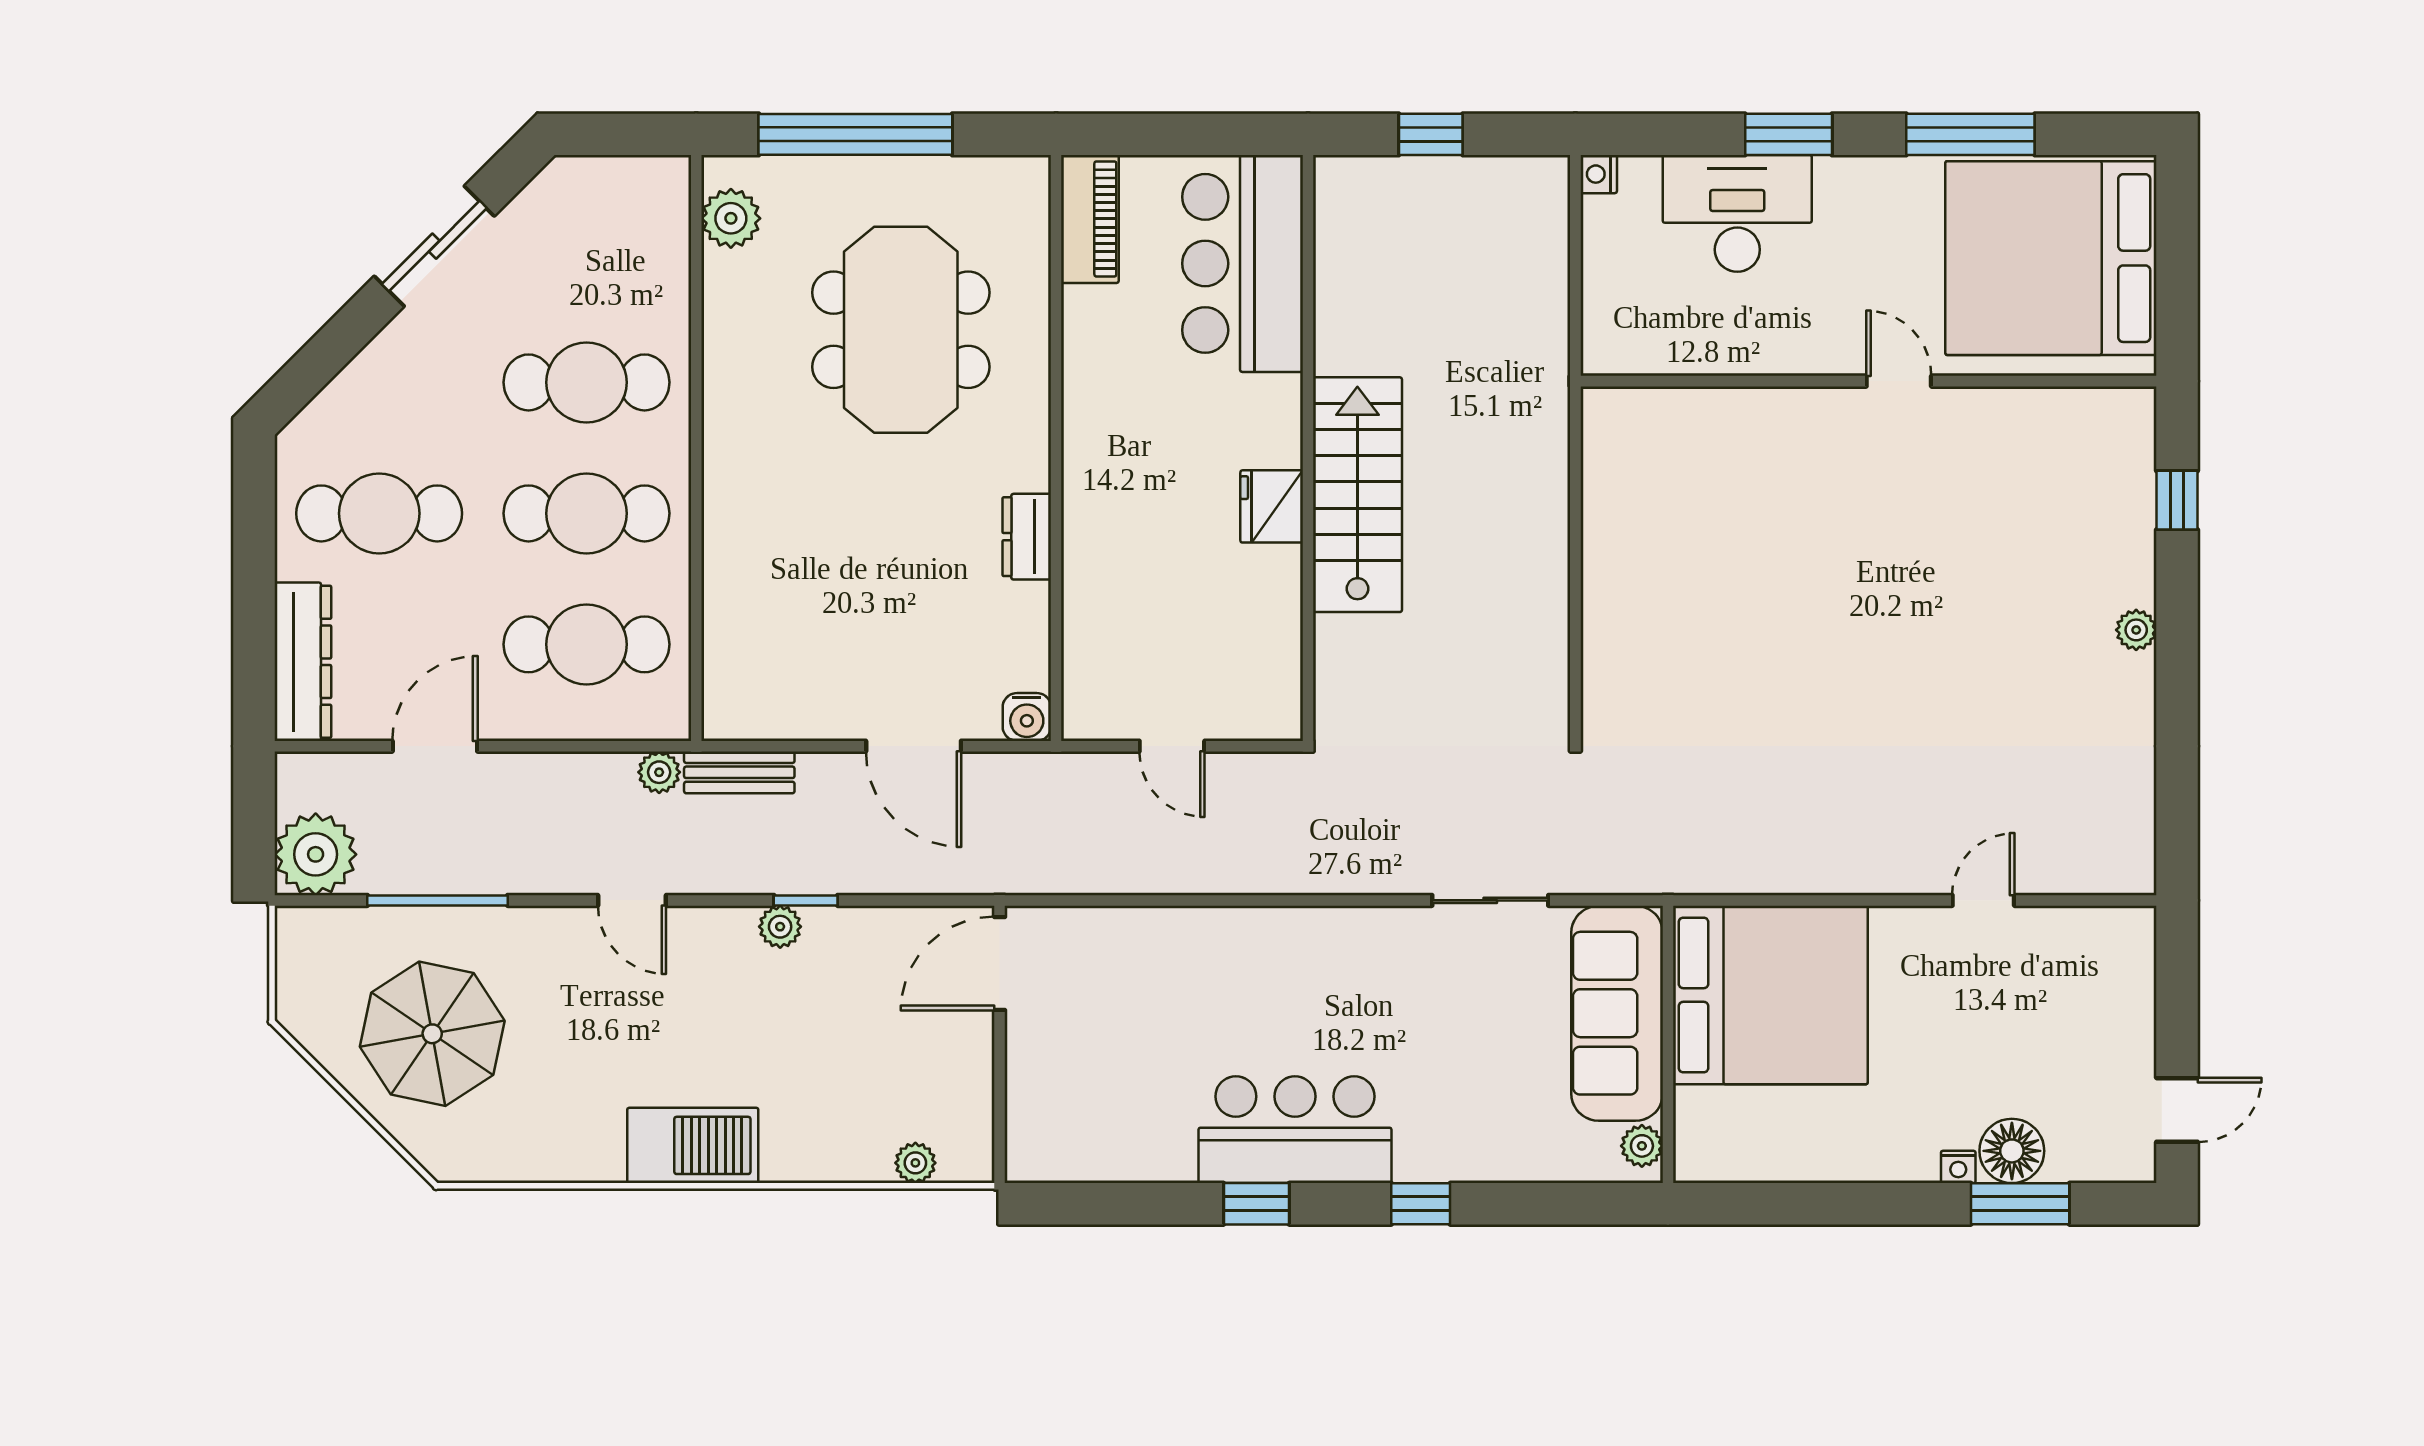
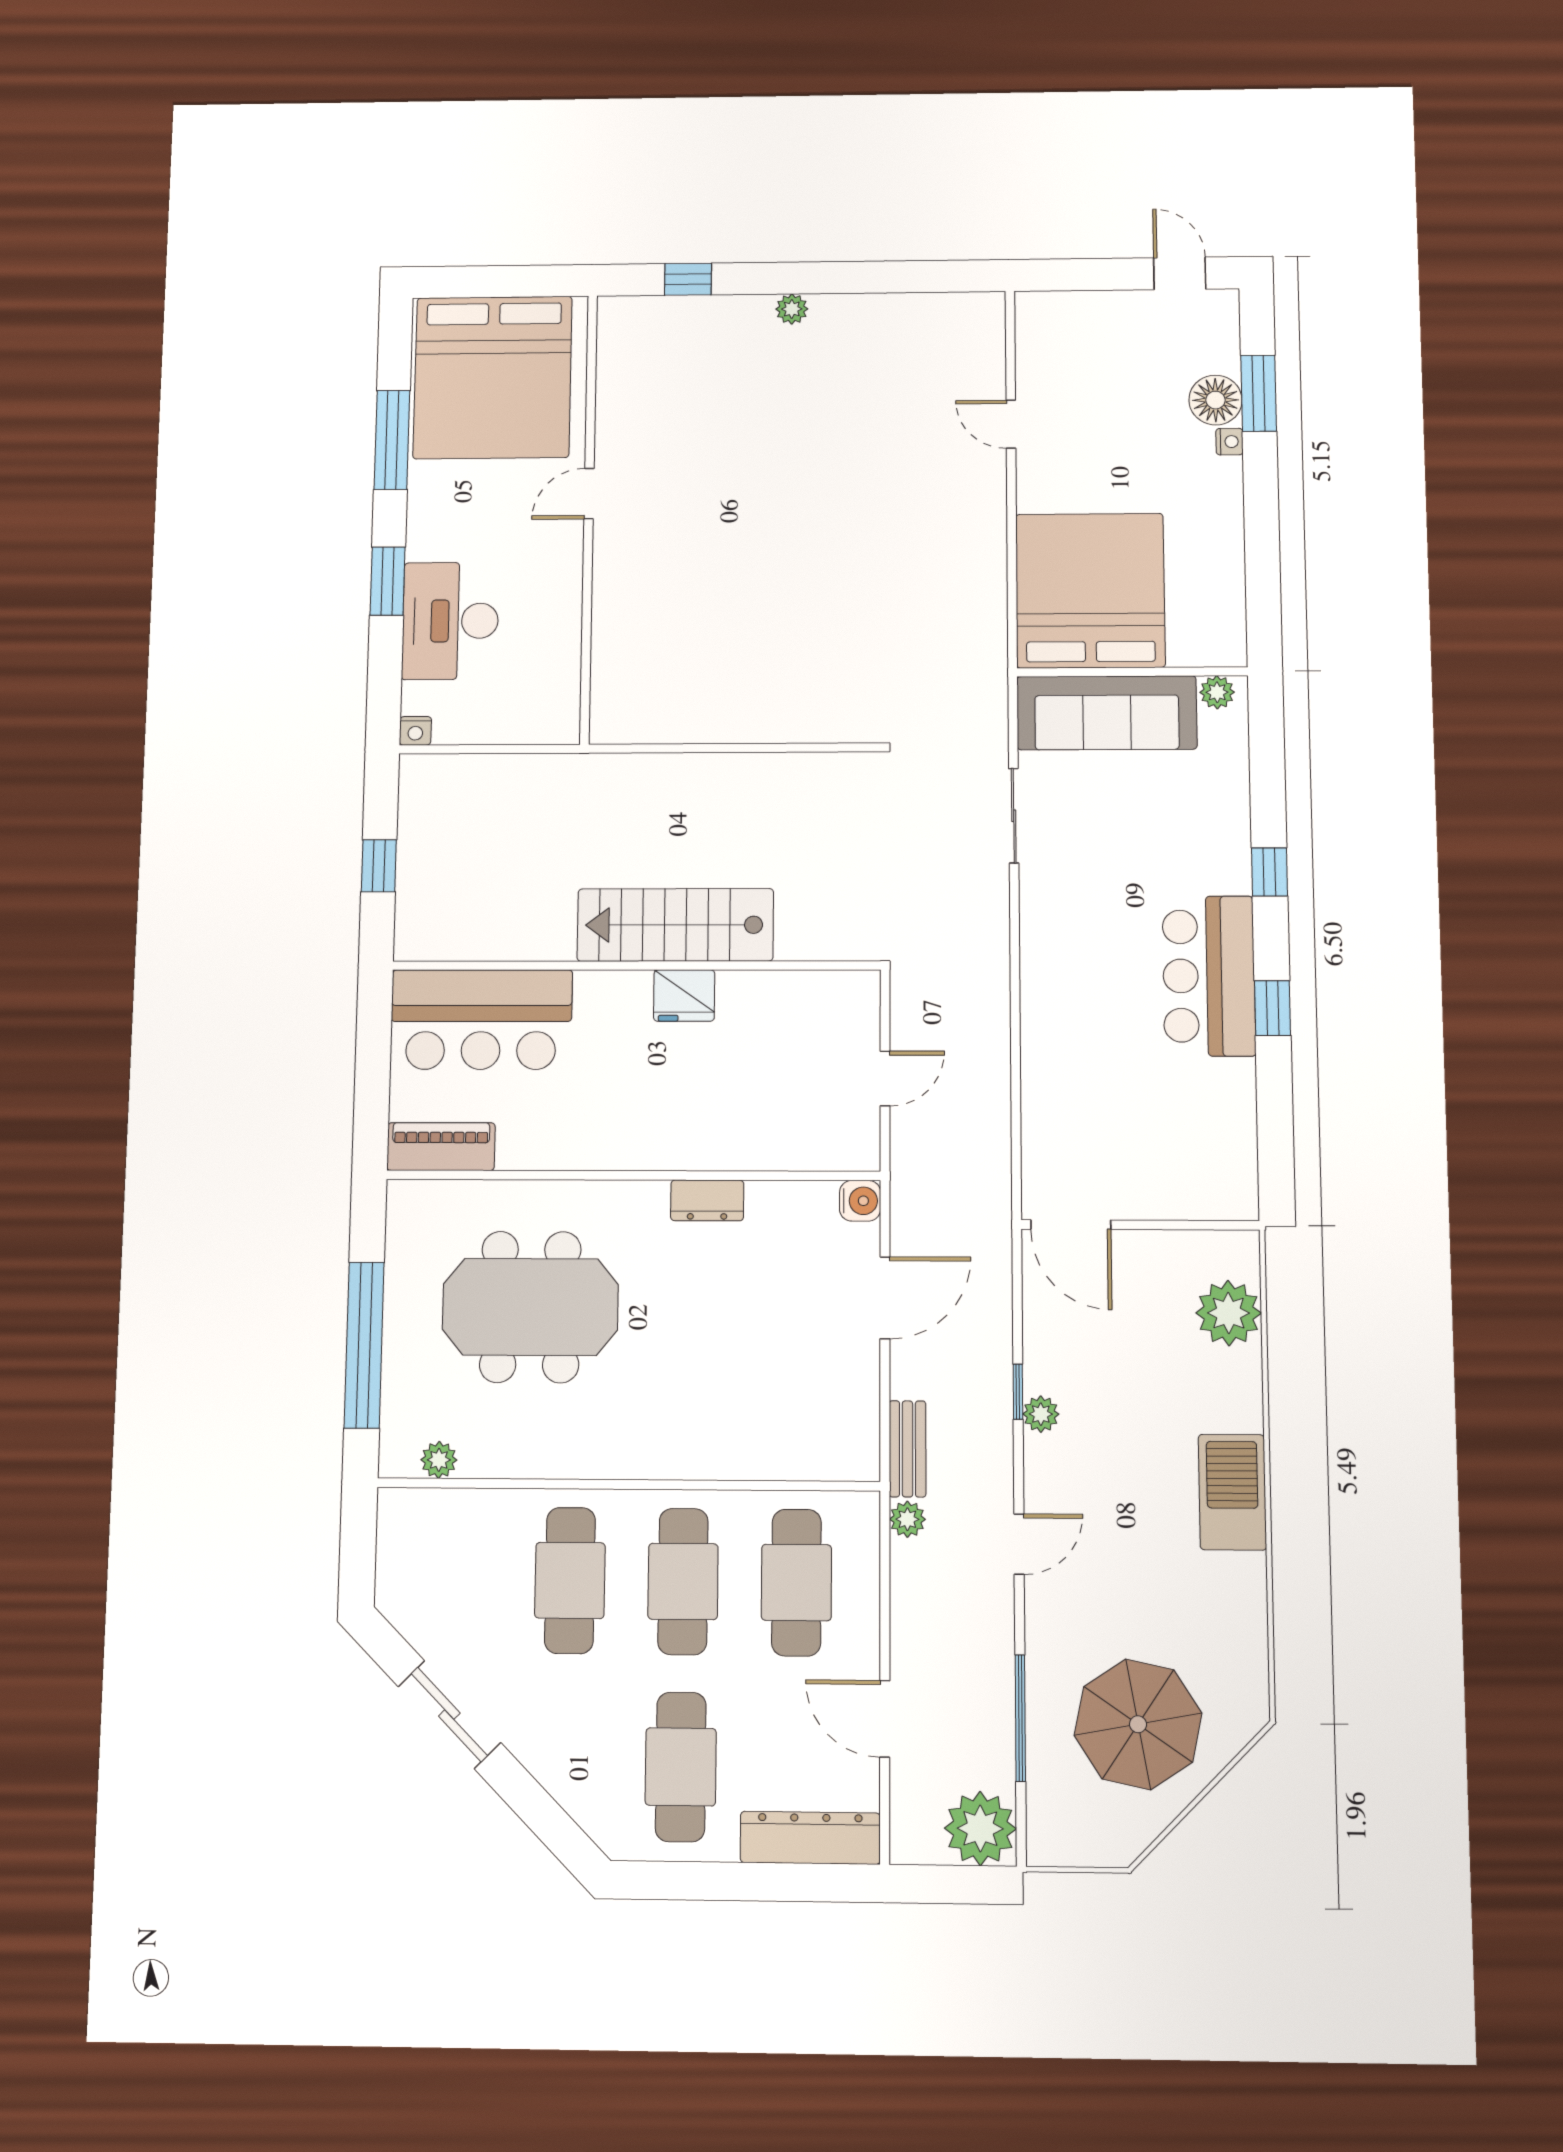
plant: (731, 218) -> (439, 1460), width x0.73, depth x0.73
plant: (915, 1163) -> (1229, 1313), width x1.87, depth x1.87

